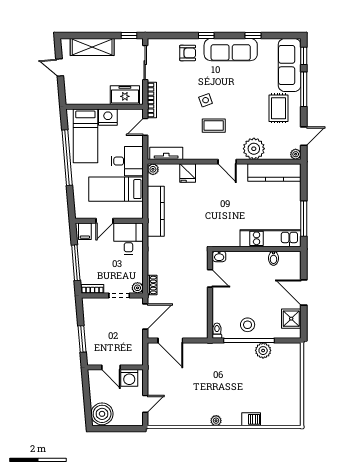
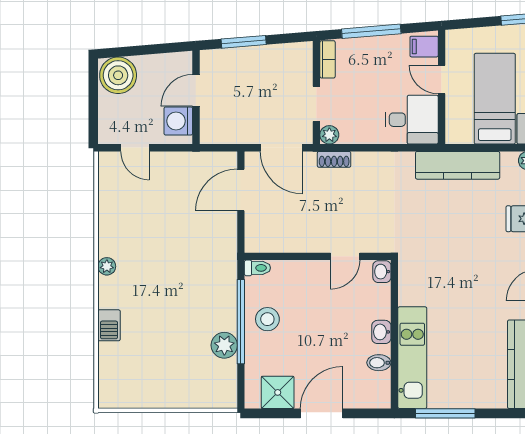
washbasin: (255, 257) -> (381, 332), added

